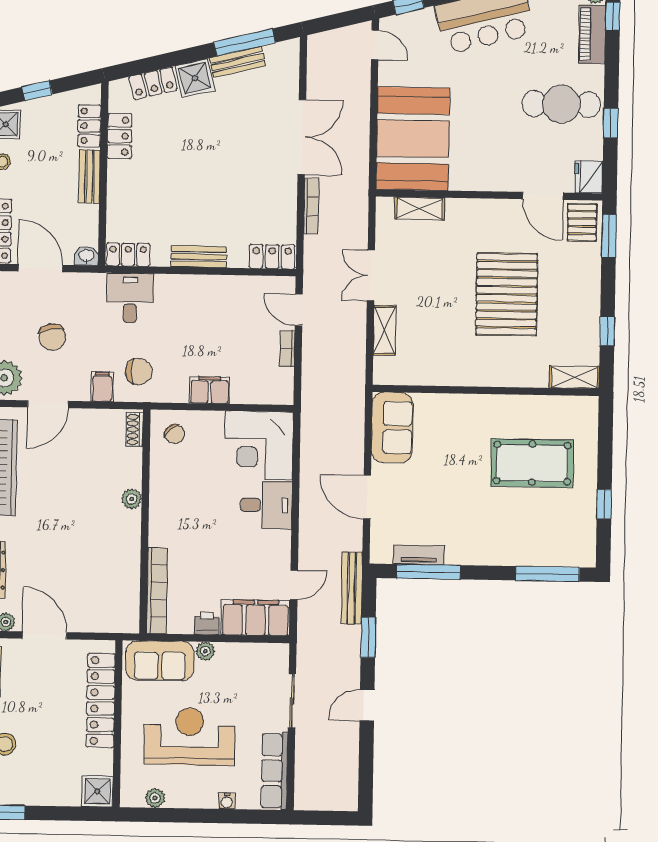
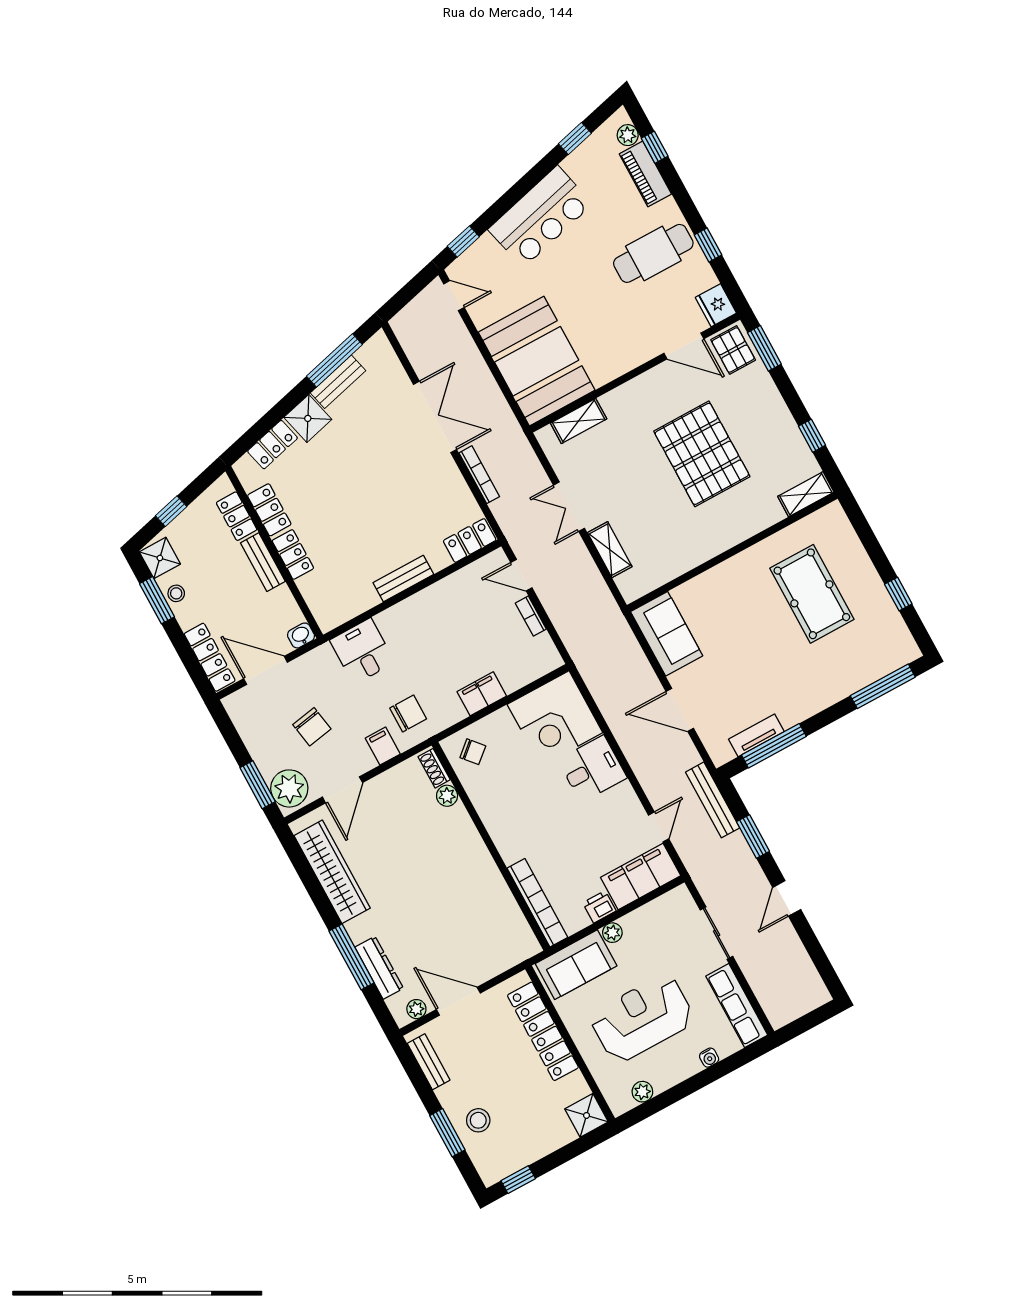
locker: (128, 255) -> (293, 554), moved, turned 90
pool table: (532, 463) -> (812, 594), turned 90
plant: (132, 499) -> (447, 796), moved

